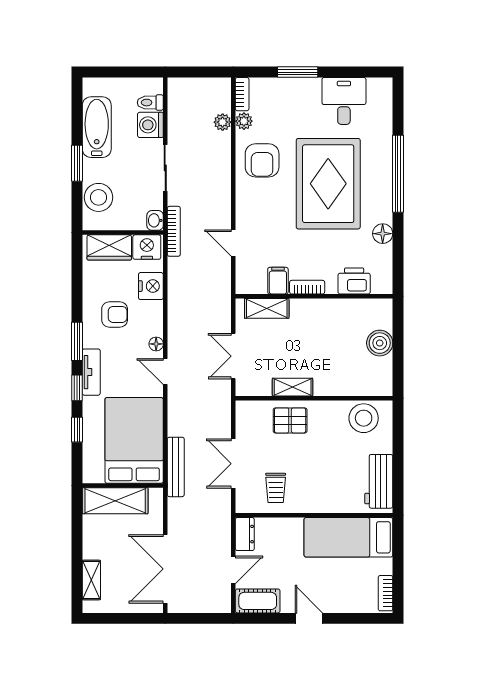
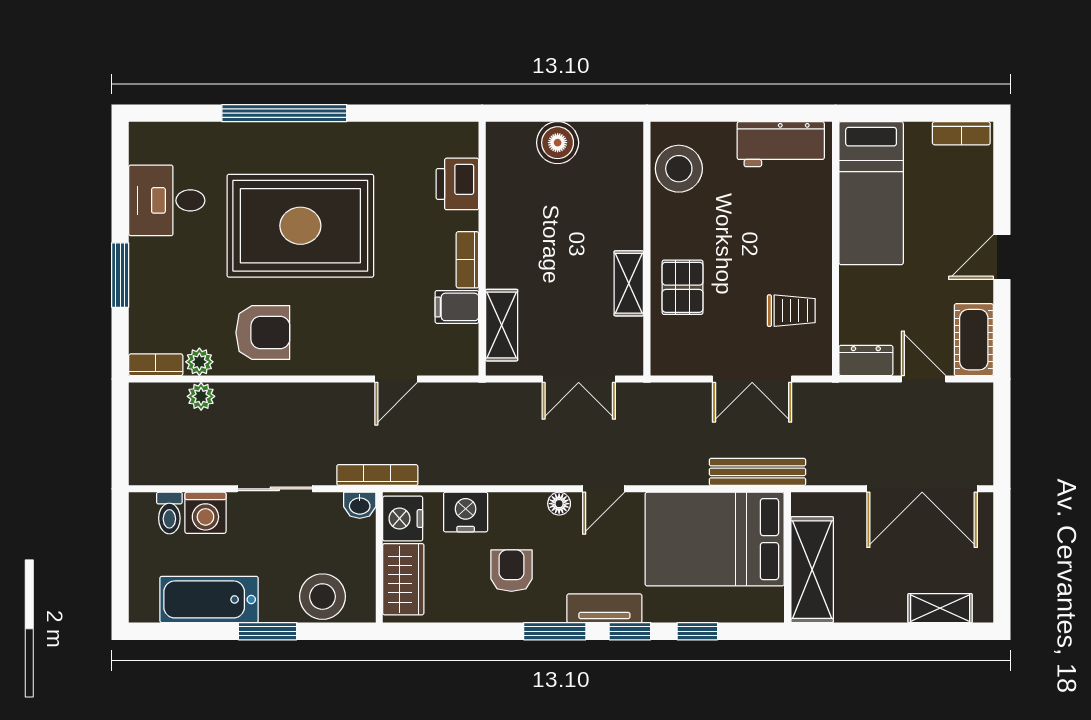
floor lamp: (383, 234) -> (381, 138), removed

